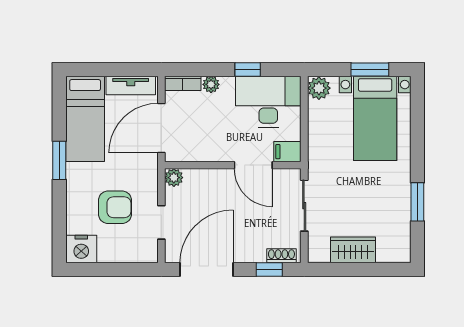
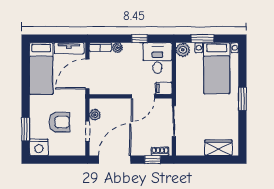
window: (370, 69) -> (202, 39), moved
desk: (268, 102) -> (157, 58), width x0.73
window: (59, 160) -> (26, 129), moved
door: (253, 165) -> (143, 96), hinge flipped
plant: (174, 178) -> (95, 115), moved
window: (417, 202) -> (242, 99), moved
wardrobe: (353, 250) -> (218, 148), moved

